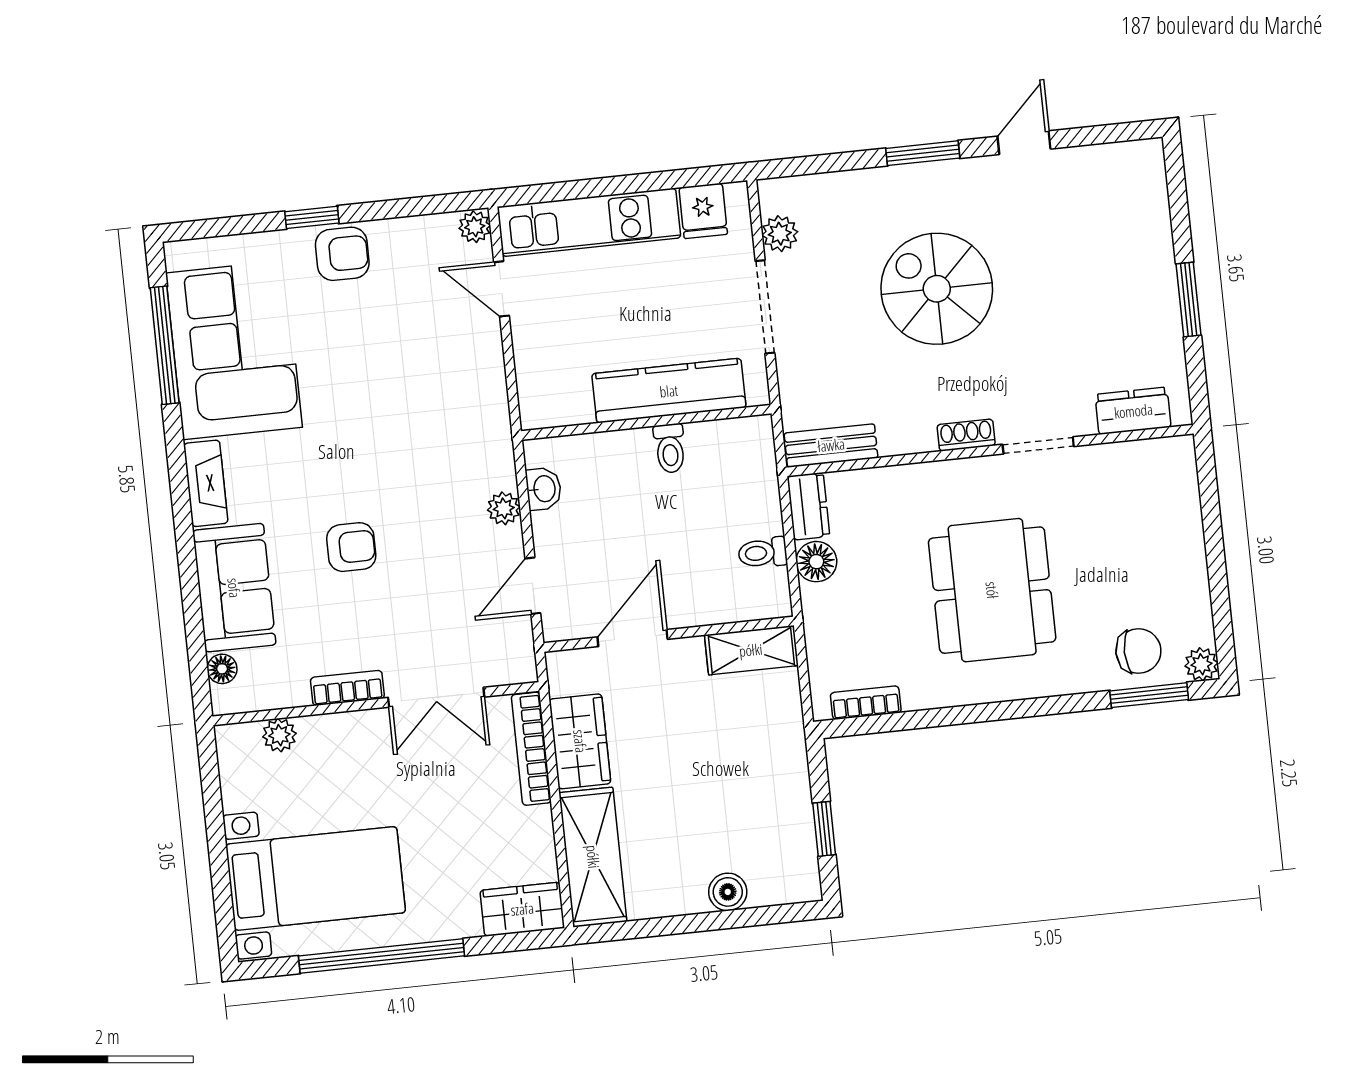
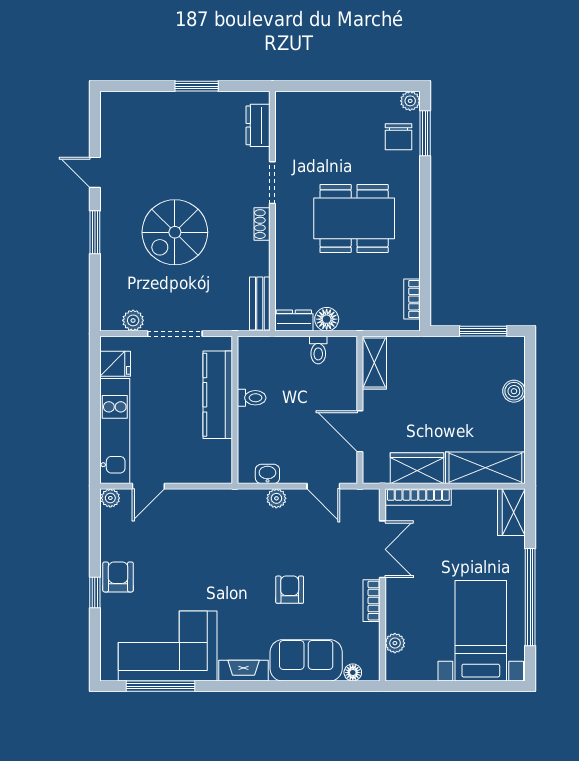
chair: (1138, 651) -> (399, 137), turned 180
window: (824, 829) -> (483, 331), width x1.50

